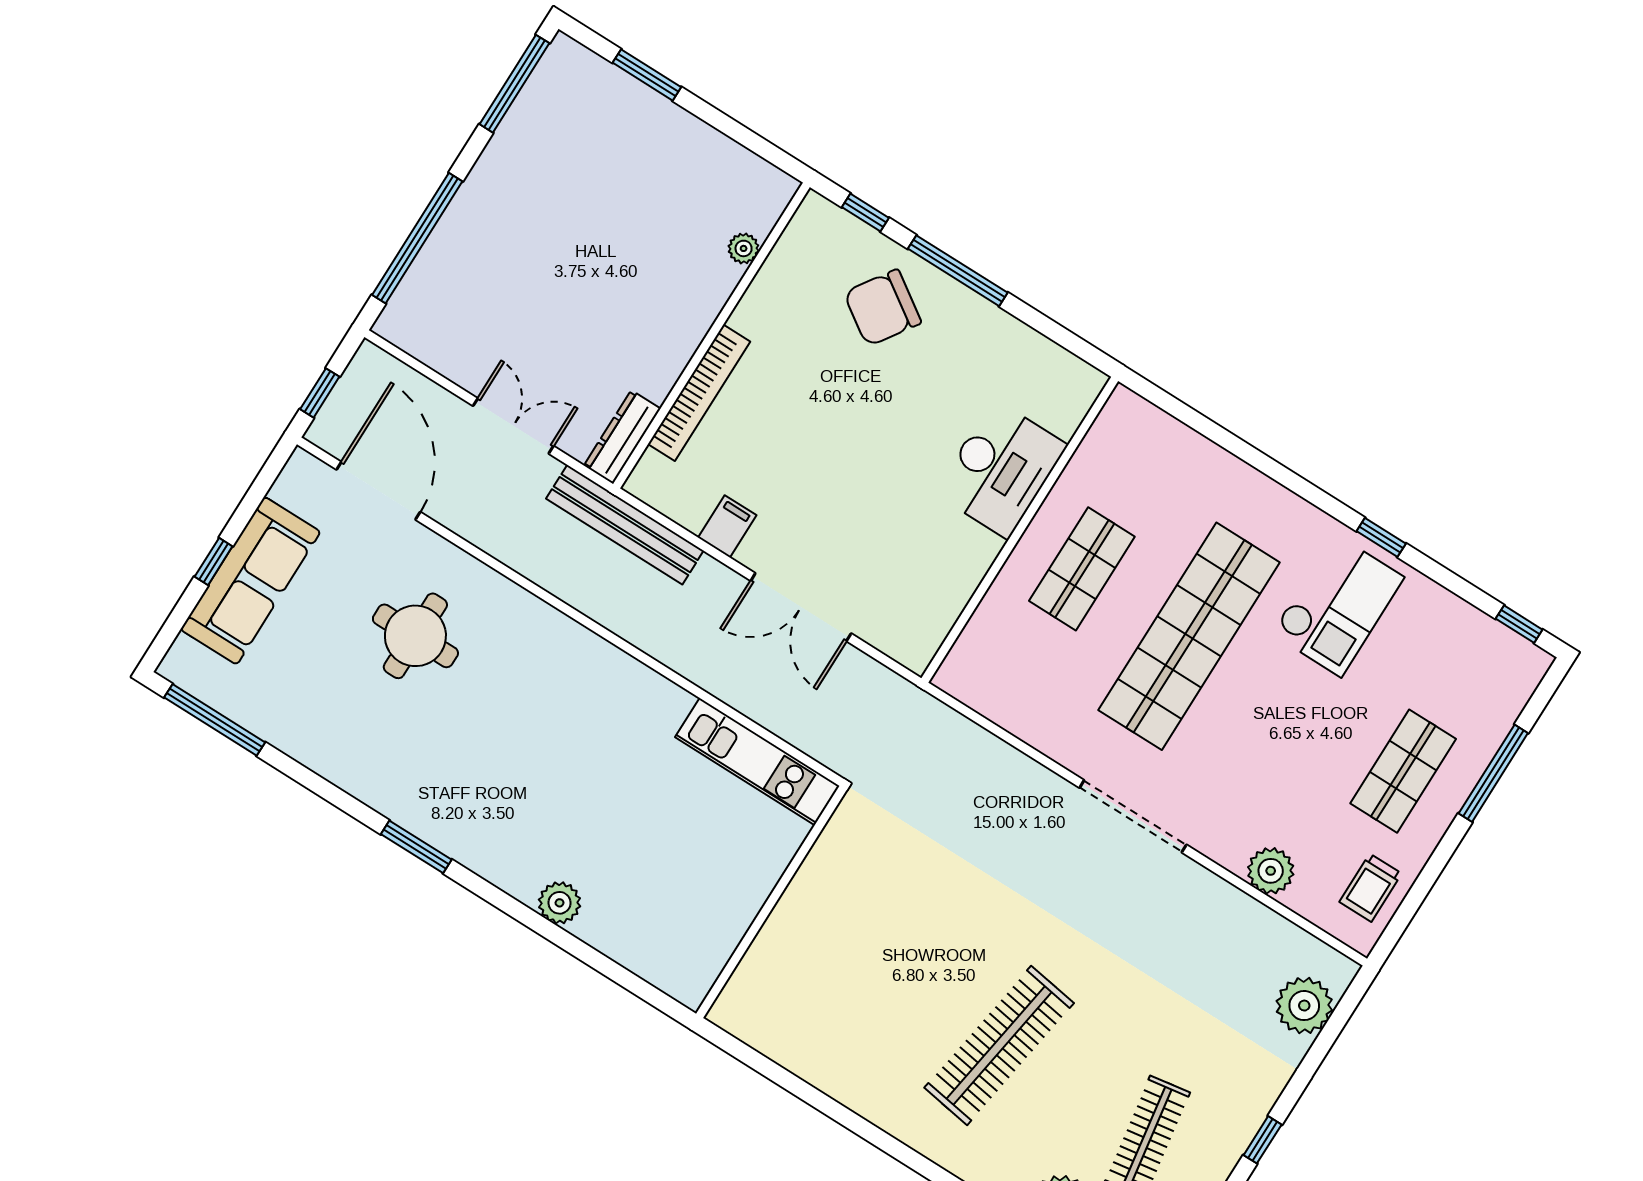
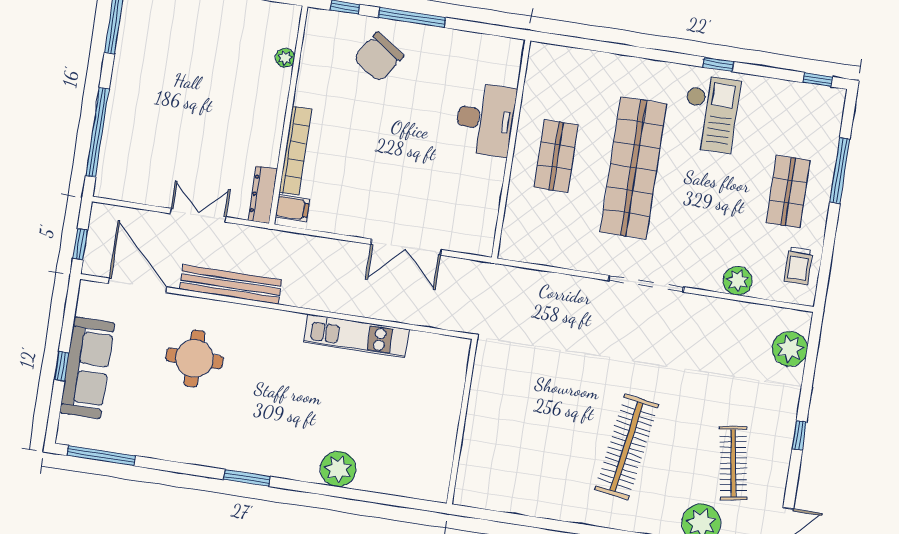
bench: (625, 525) -> (231, 284), moved
filing cabinet: (727, 526) -> (292, 208), moved, turned 90
kitchen unit: (757, 762) -> (356, 336), moved
plant: (560, 903) -> (338, 469), width x1.36, depth x1.36

